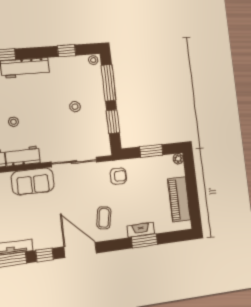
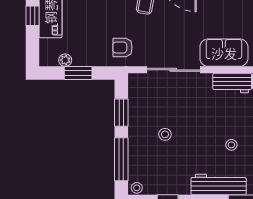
stool: (13, 122) -> (231, 145), moved
plant: (178, 159) -> (65, 60), moved
window: (193, 194) -> (32, 16), added

